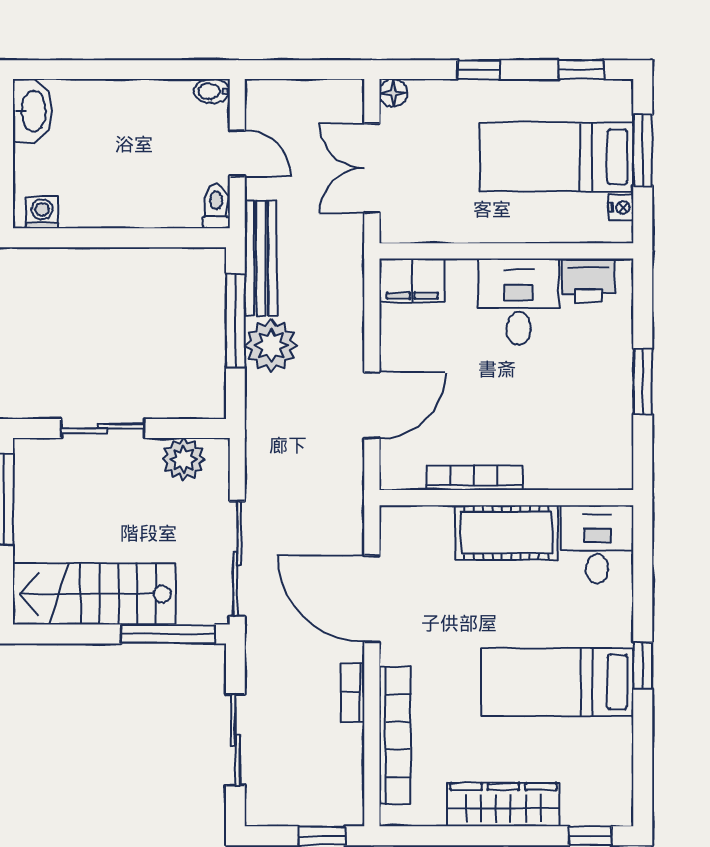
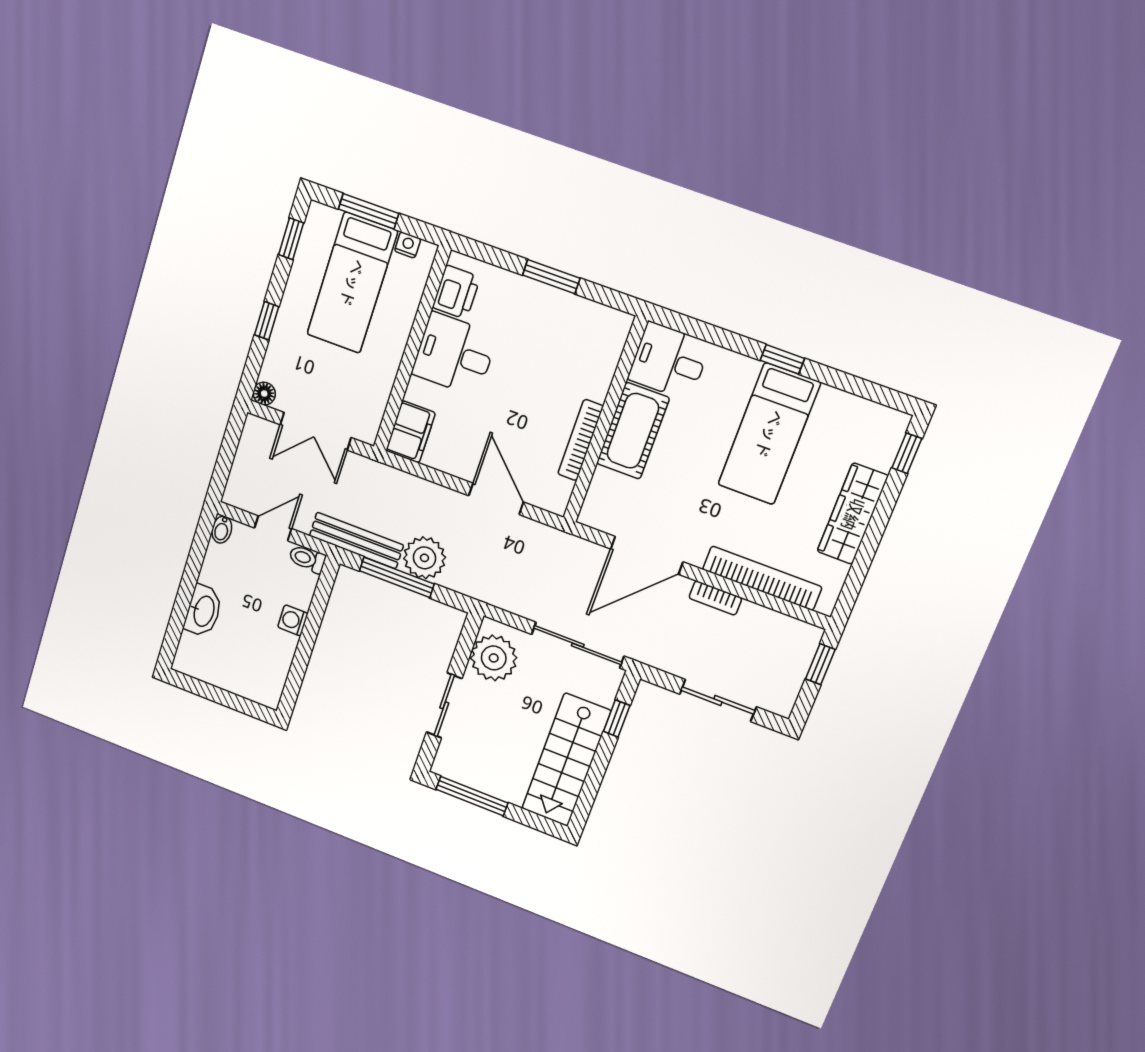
washbasin: (33, 111) -> (203, 611), moved, turned 90
washing machine: (42, 212) -> (293, 620), moved
plant: (183, 459) -> (494, 658), width x1.36, depth x1.36
window: (168, 634) -> (617, 718), width x0.46

